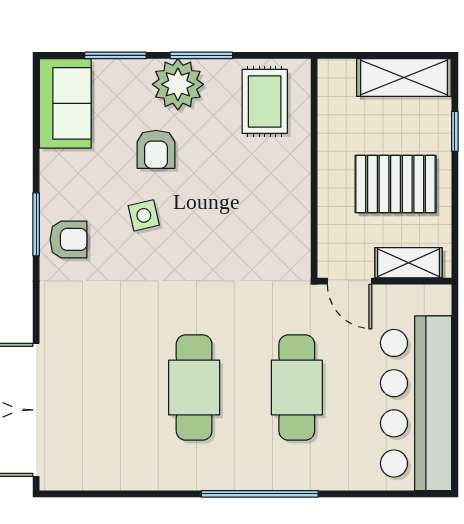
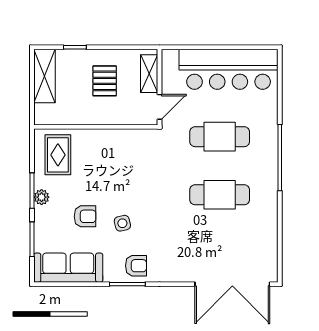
plant: (178, 84) -> (42, 197), width x0.53, depth x0.53
rug: (265, 101) -> (58, 155), turned 90
sofa: (65, 103) -> (68, 268), width x1.36
pallet: (396, 184) -> (105, 81), width x0.67, depth x0.71
armchair: (69, 239) -> (136, 266), turned 90

